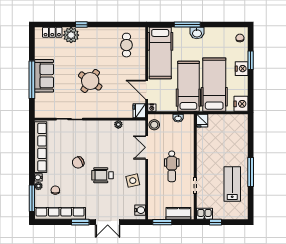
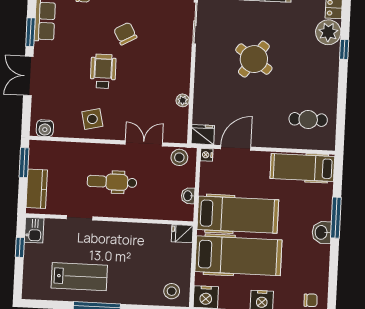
hospital bed: (160, 53) -> (302, 168), width x0.73, depth x0.78
stool: (238, 125) -> (172, 291), added

